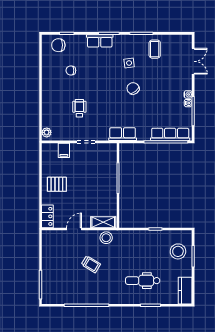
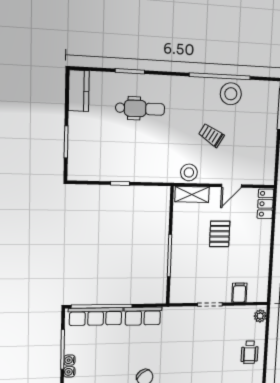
wheelchair: (79, 108) -> (250, 352), moved
row of seats: (123, 134) -> (143, 316), moved
pallet: (57, 184) -> (220, 234), moved, turned 90
stool: (178, 251) -> (231, 94), moved

